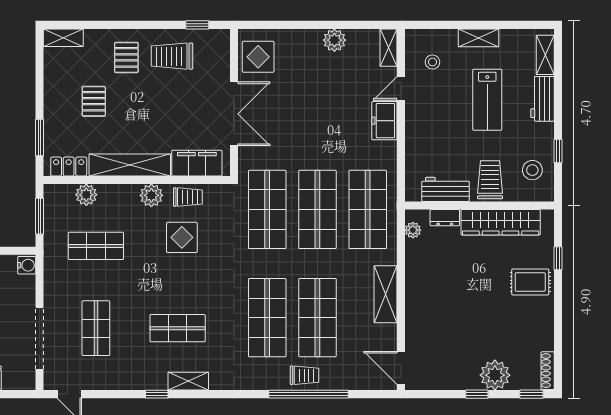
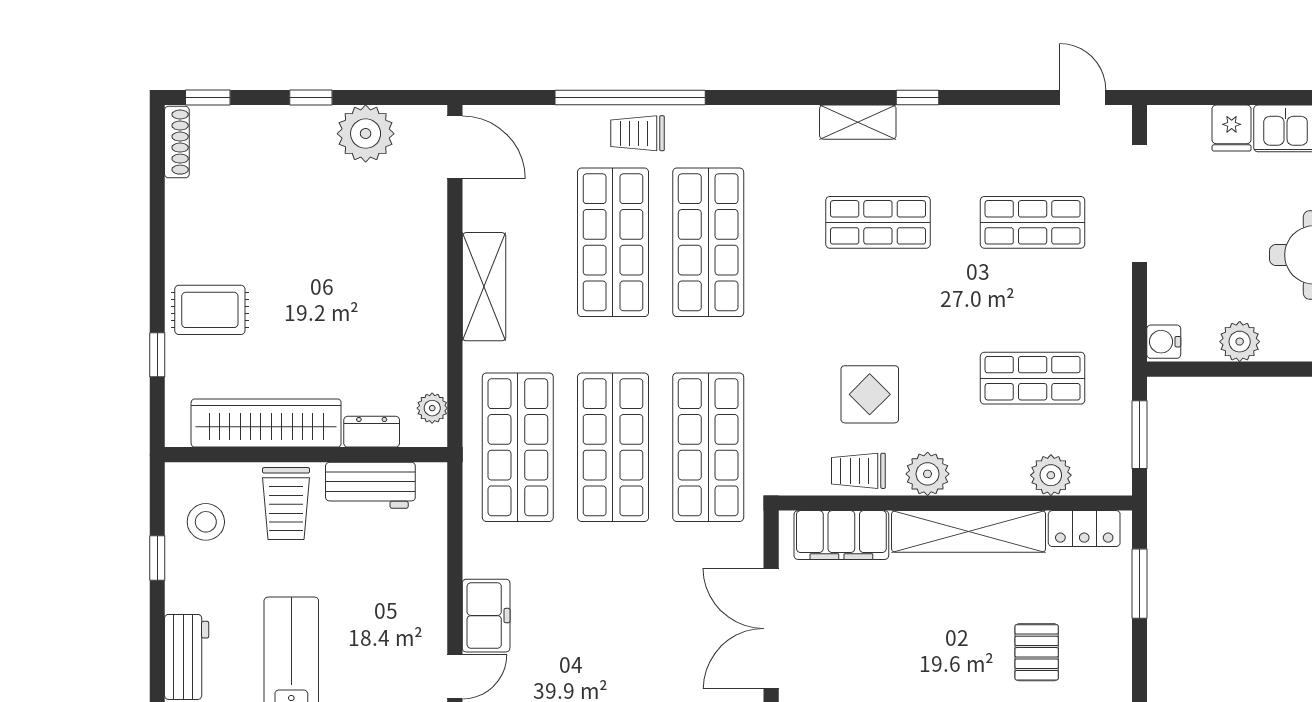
shop shelf: (96, 328) -> (1033, 222), turned 90
plant: (495, 375) -> (366, 134), moved

